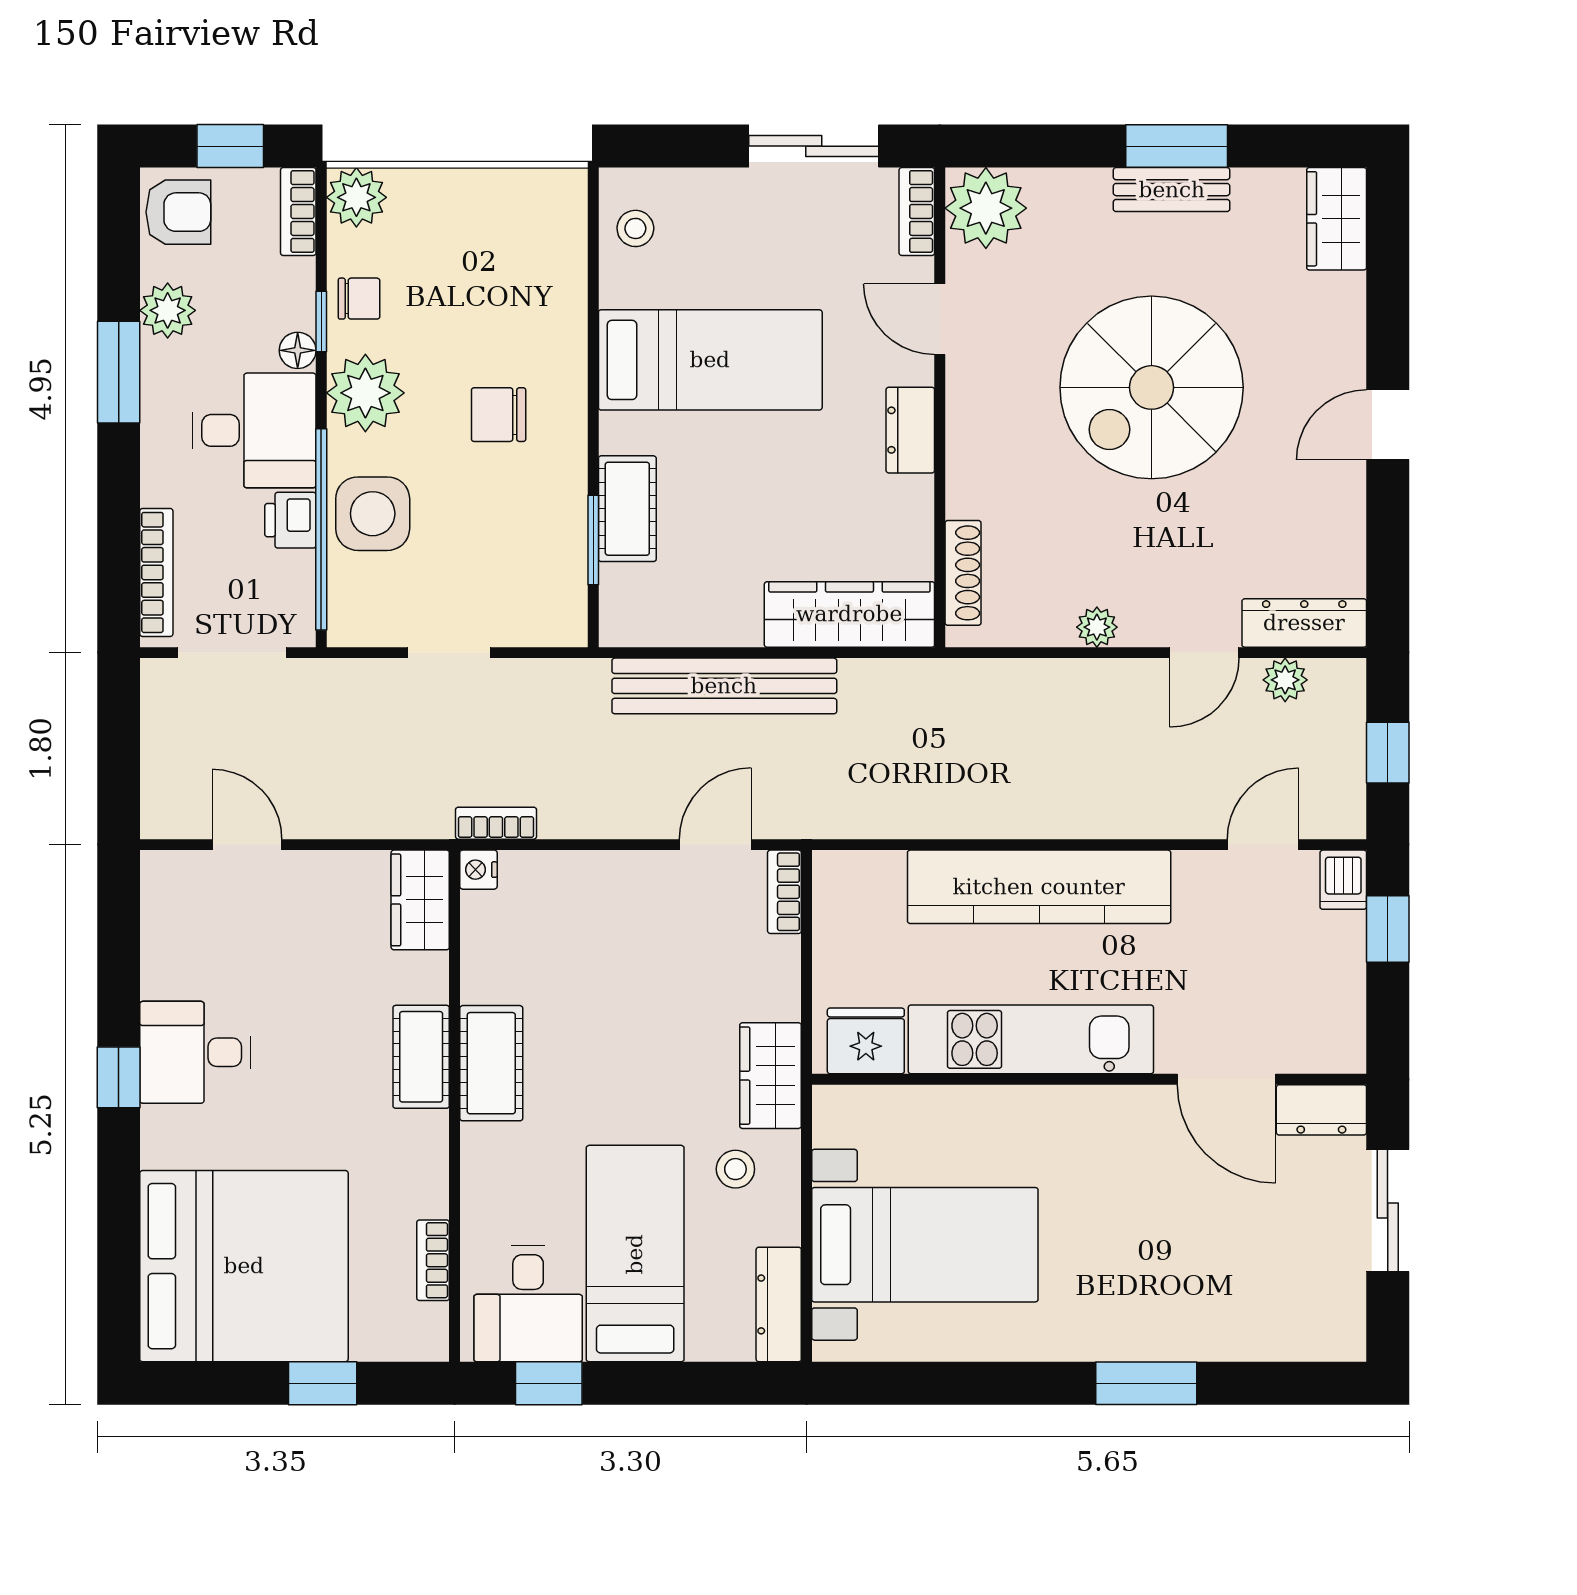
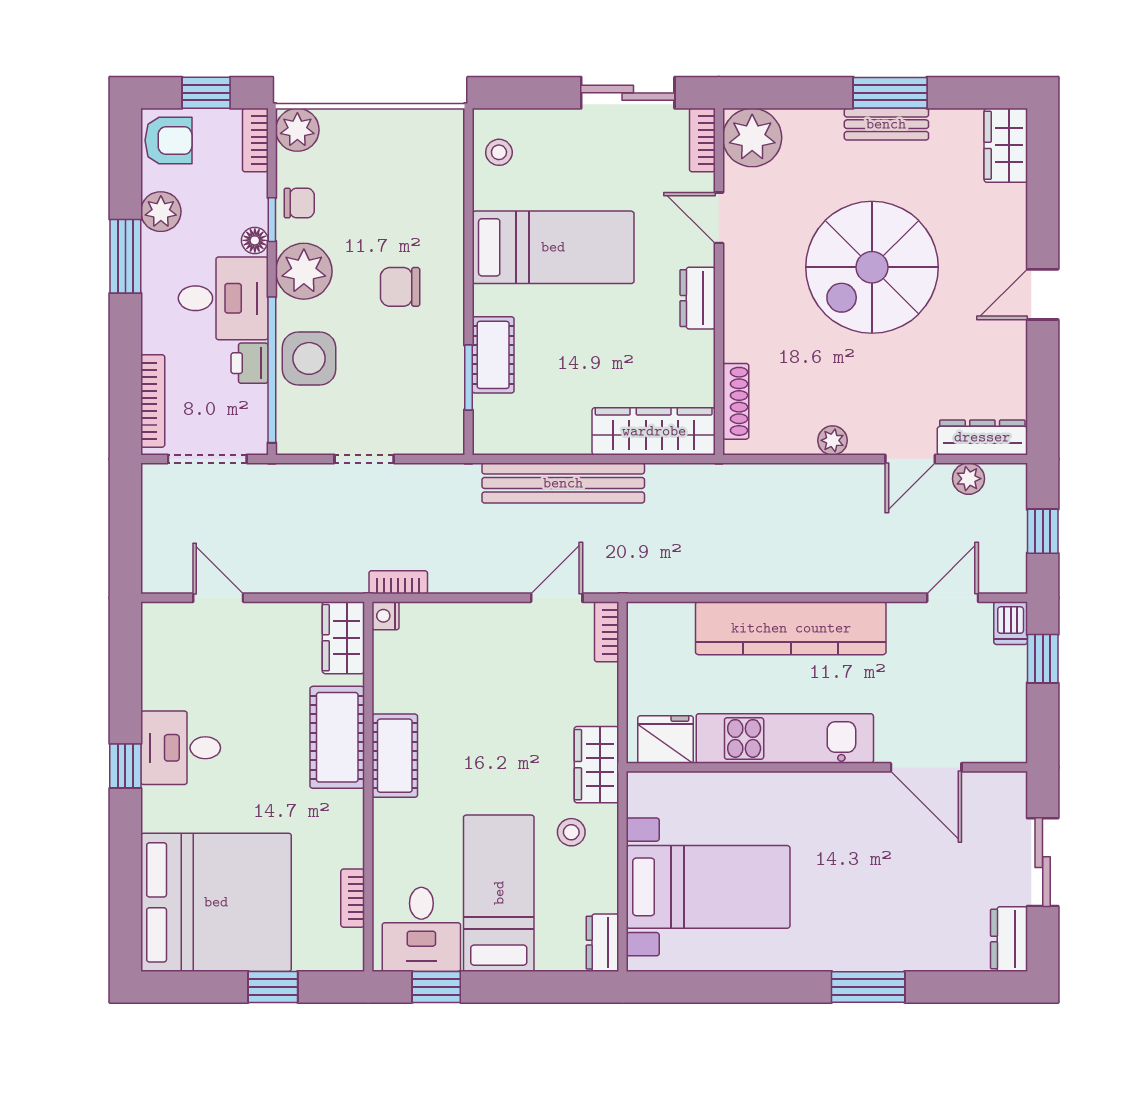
cot: (421, 1057) -> (337, 737), width x1.37, depth x1.34
dresser: (1321, 1110) -> (1009, 939), moved, turned 90
dresser: (779, 1304) -> (603, 943), width x0.70

